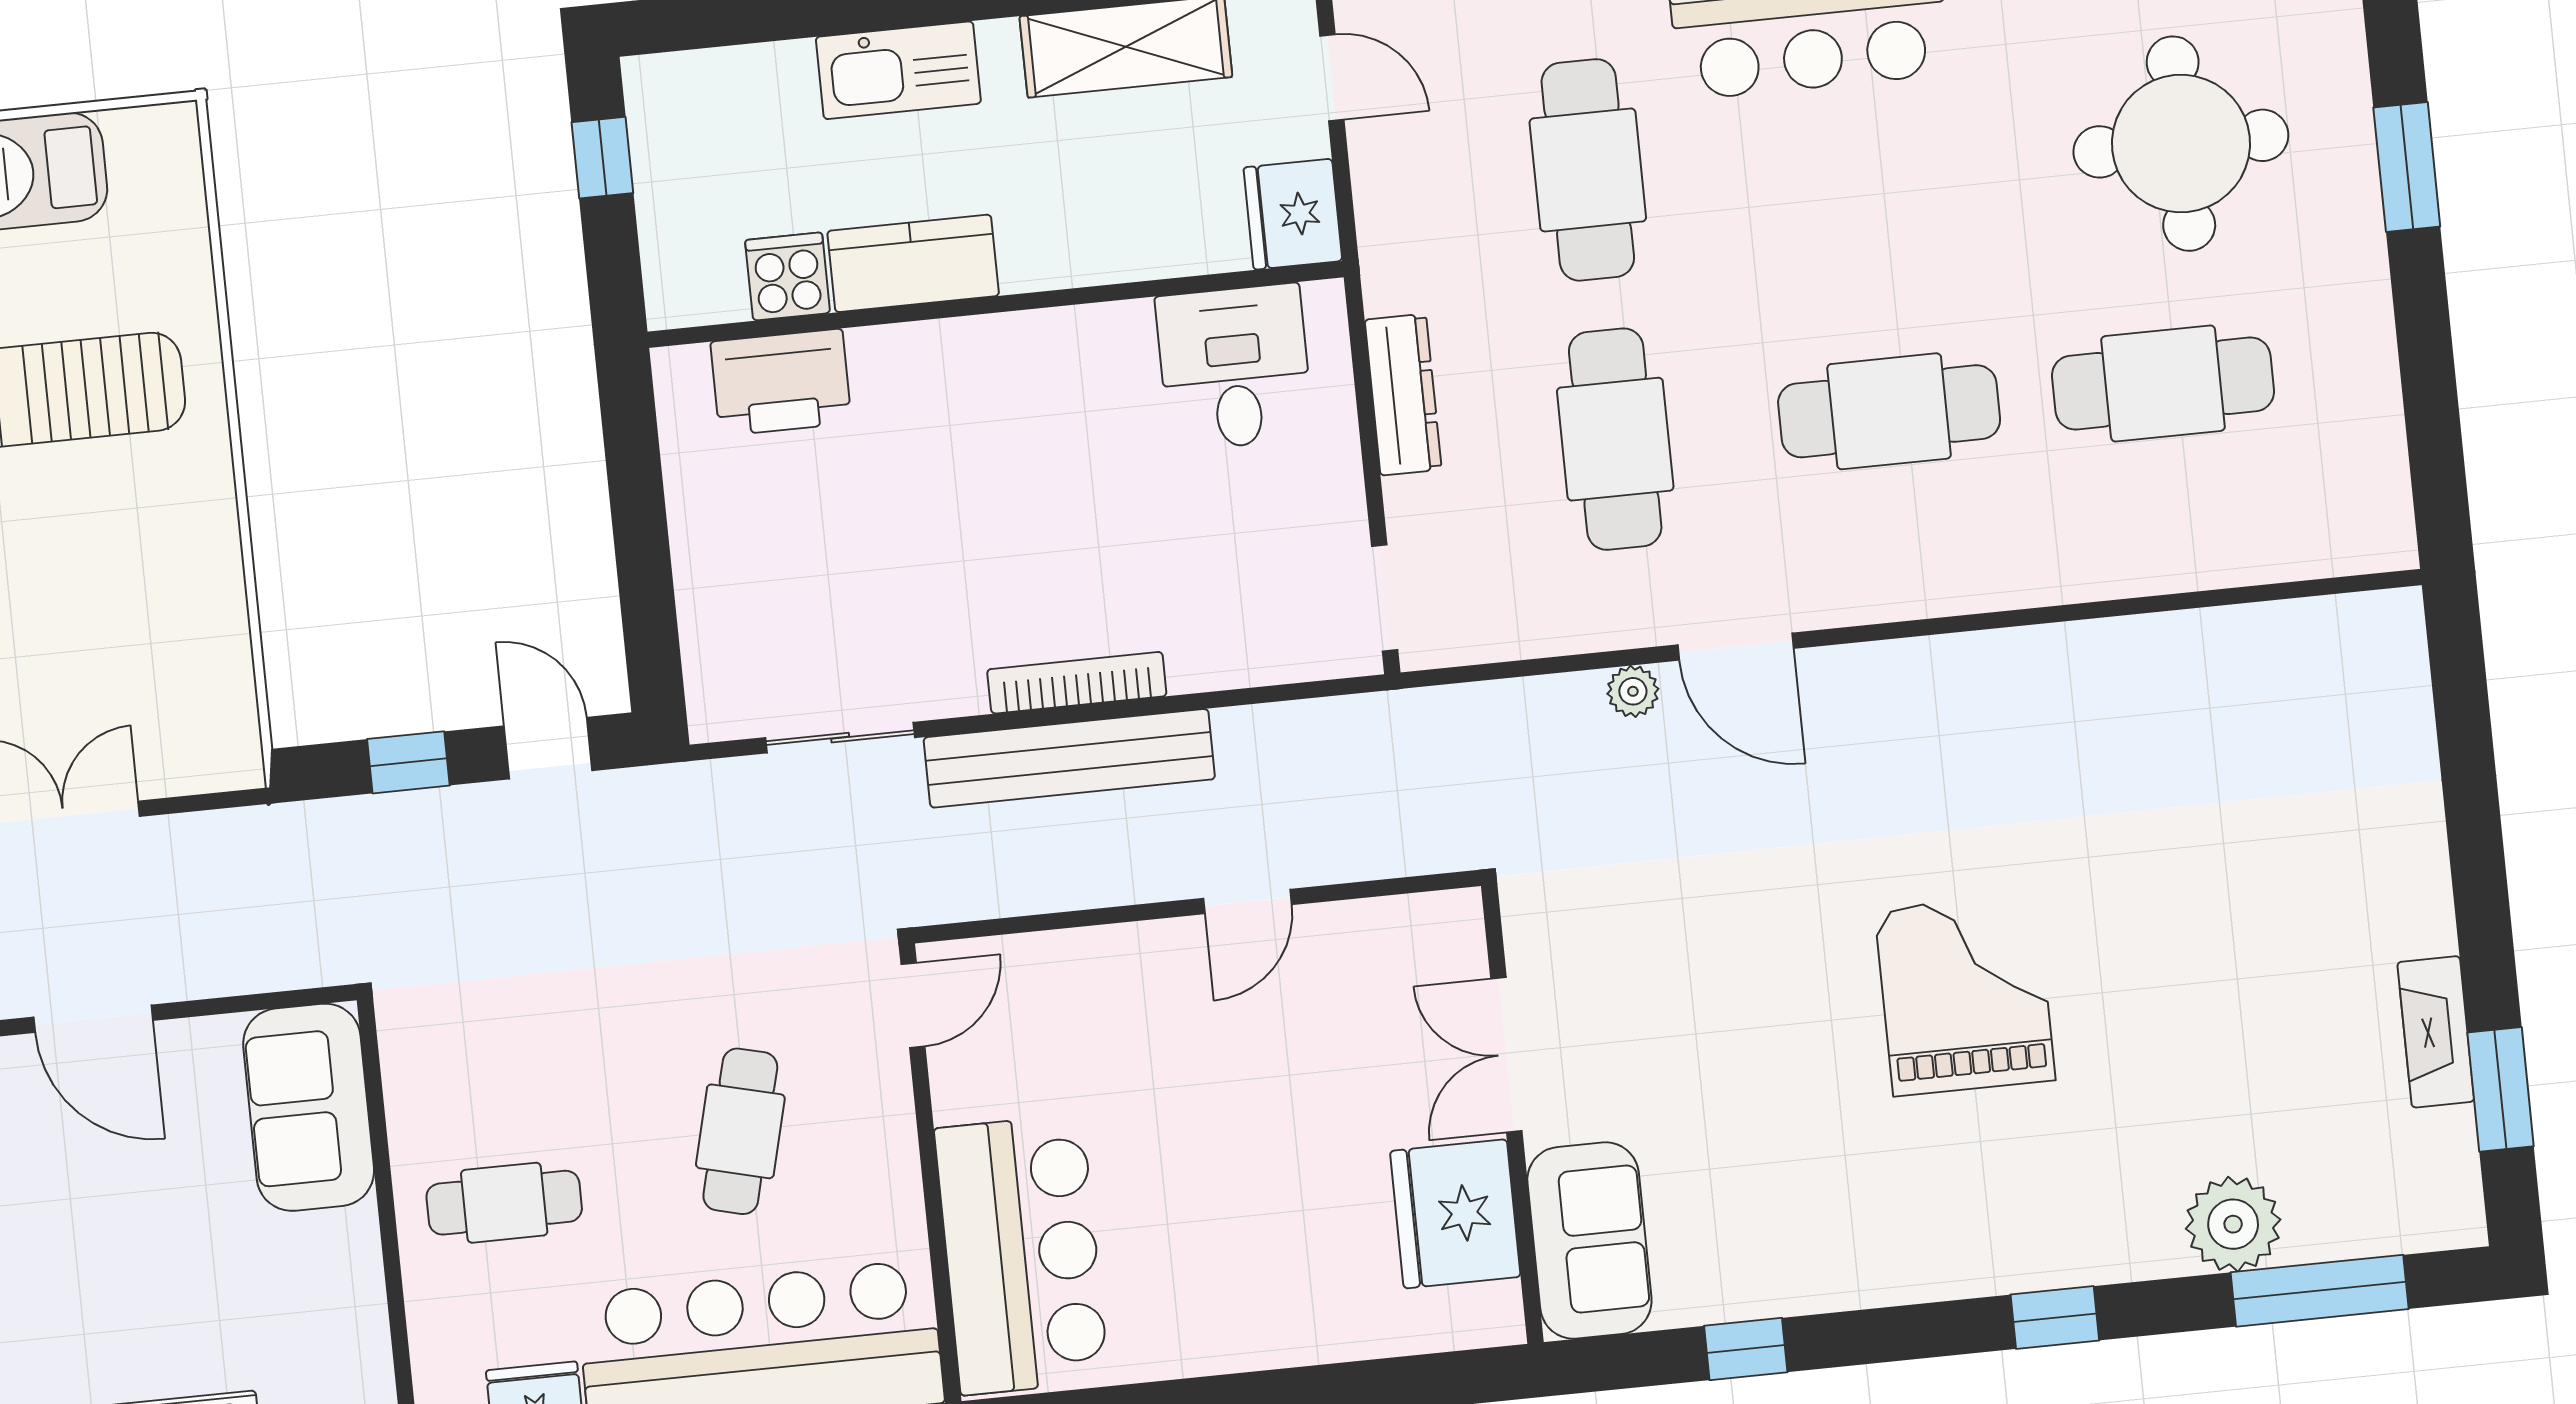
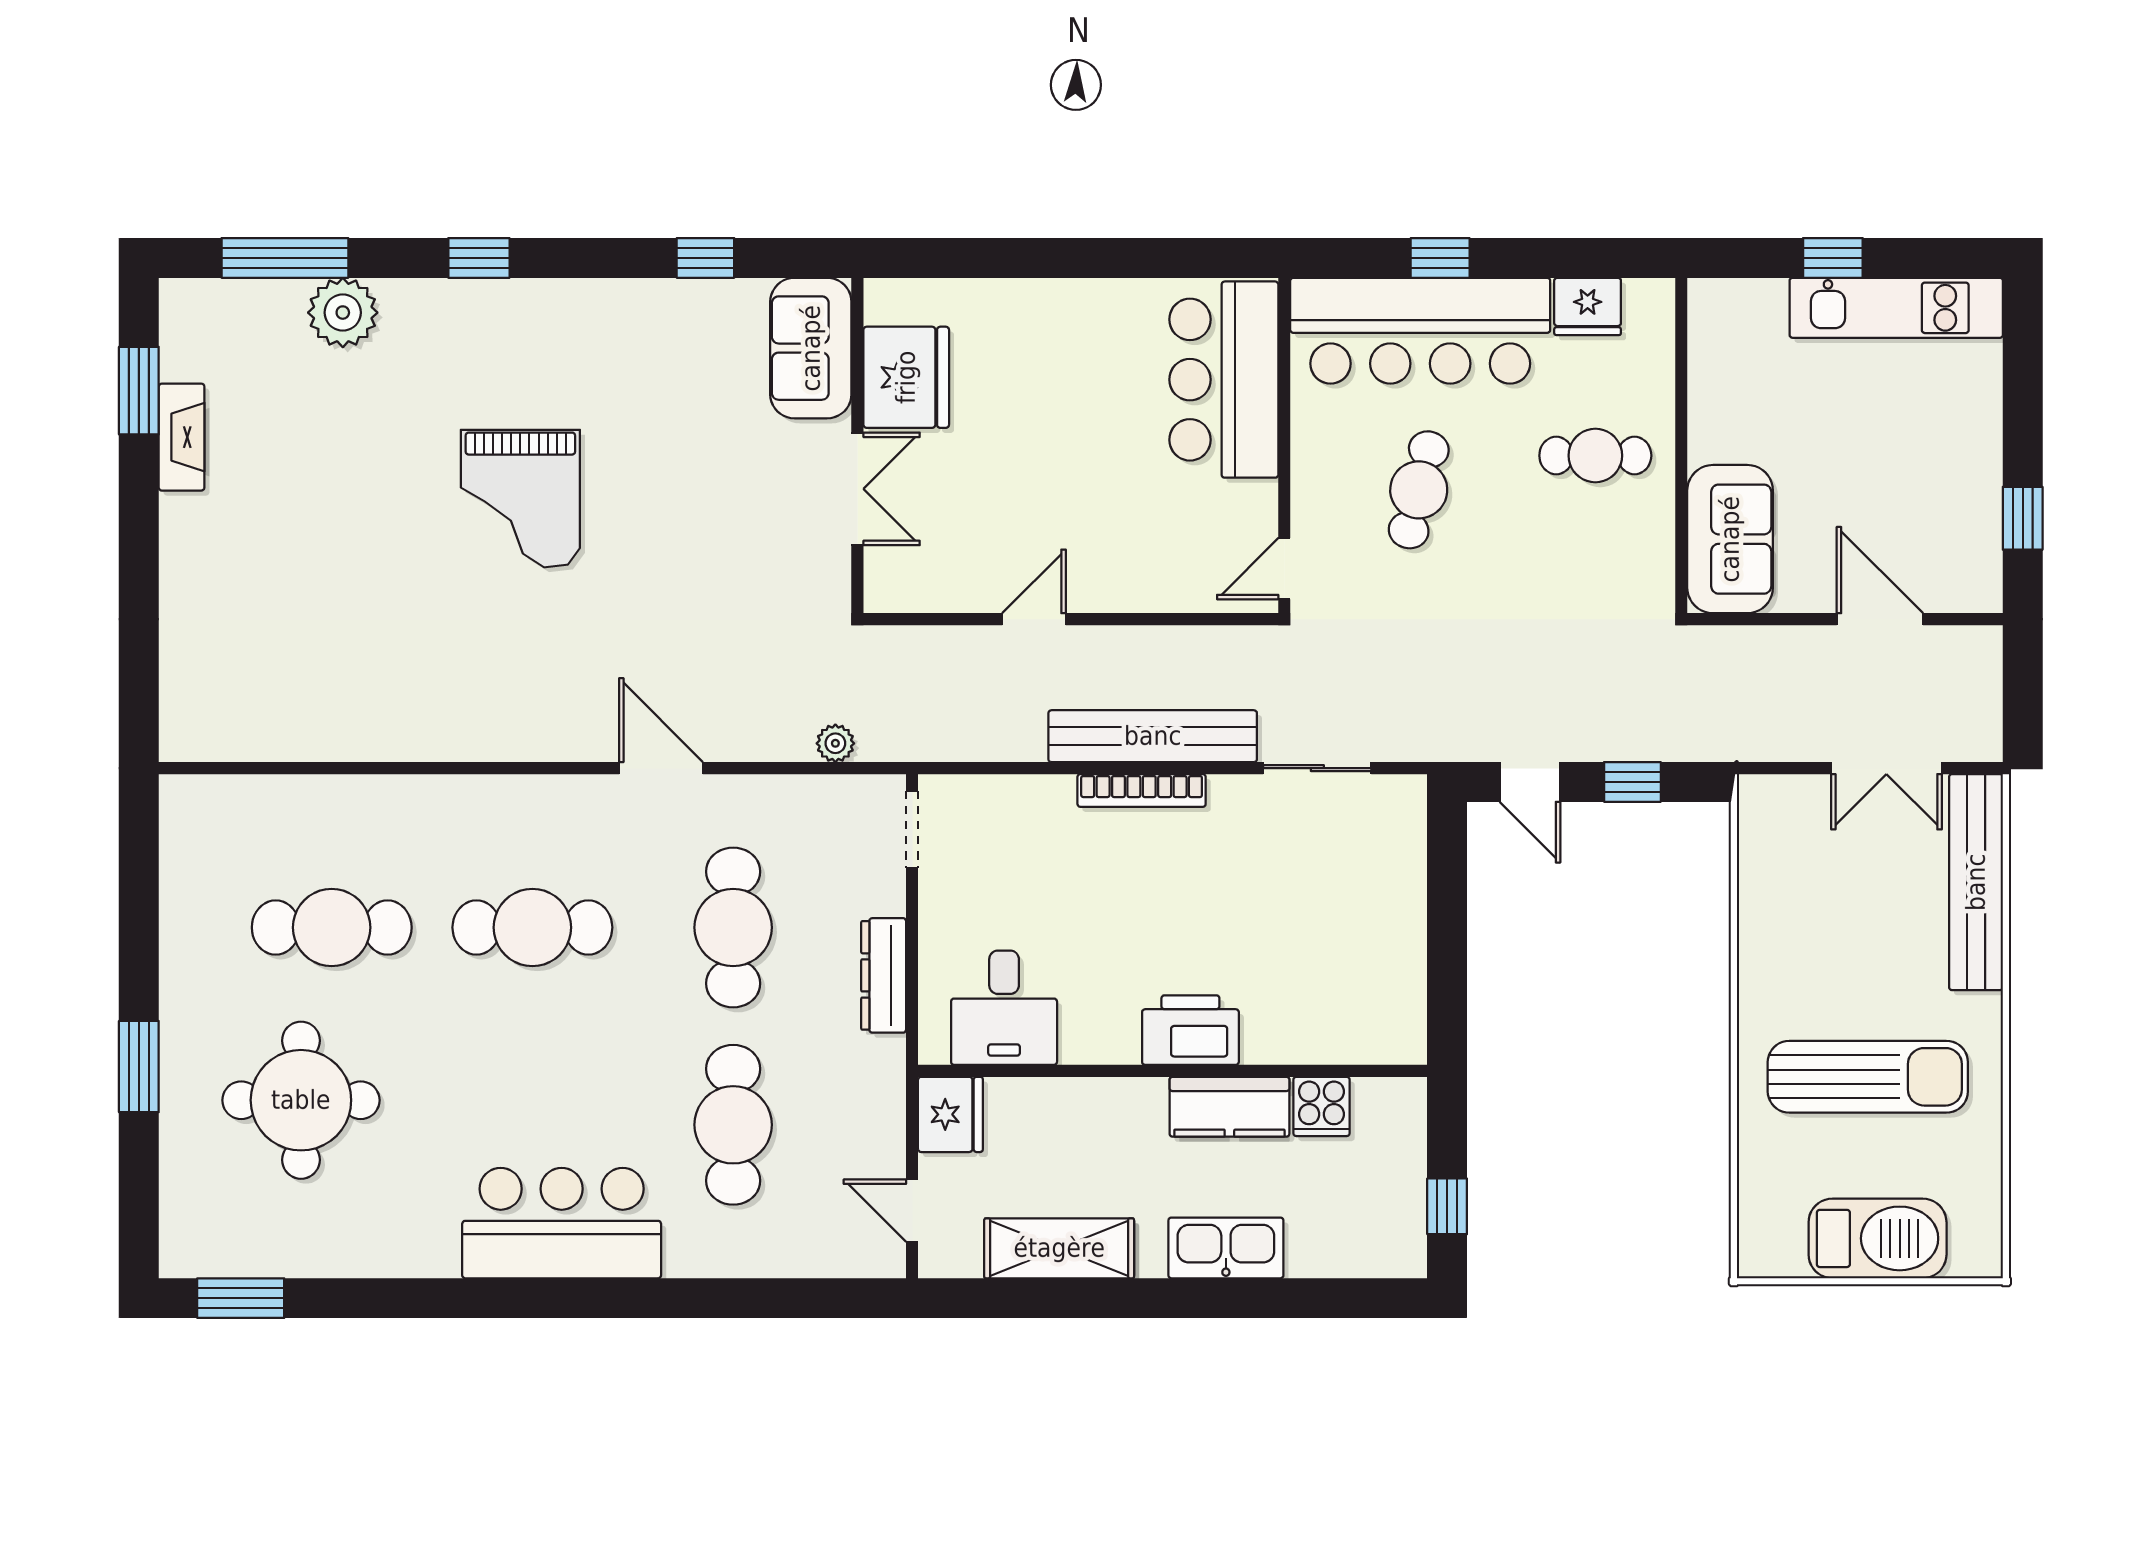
printer: (781, 382) -> (1190, 1030), moved
plant: (1633, 691) -> (835, 743), moved

